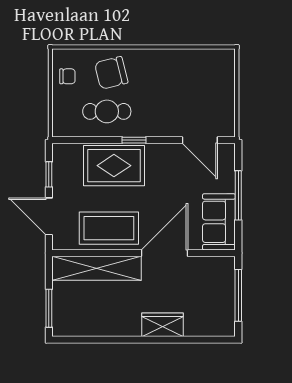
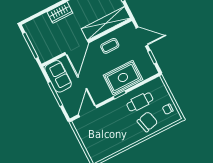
door: (200, 140) -> (88, 111), hinge flipped
coffee table: (109, 228) -> (110, 46), width x0.54, depth x0.58

